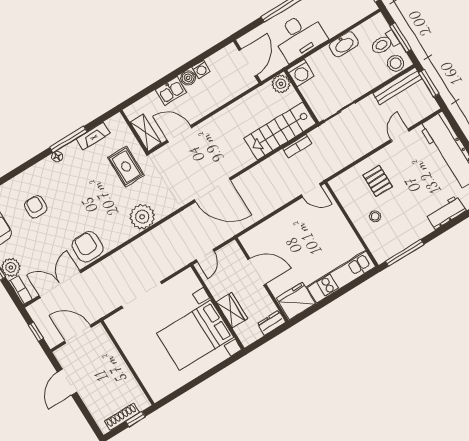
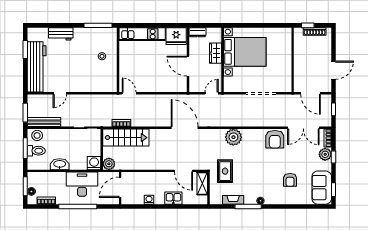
boiler: (188, 78) -> (159, 199), removed
pallet: (378, 181) -> (88, 75), removed

